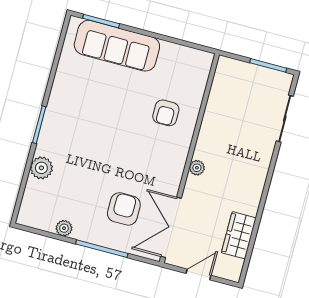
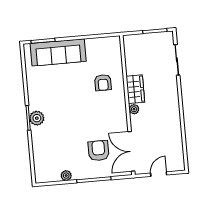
plant: (41, 168) -> (37, 118), moved
wardrobe: (239, 235) -> (135, 89), moved, turned 180

